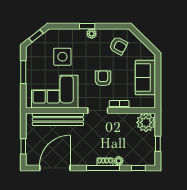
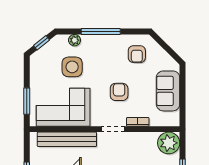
window: (87, 26) -> (101, 31), width x2.17
plant: (92, 34) -> (74, 40), moved
armchair: (118, 46) -> (137, 54), turned 62
window: (23, 72) -> (27, 101), moved

